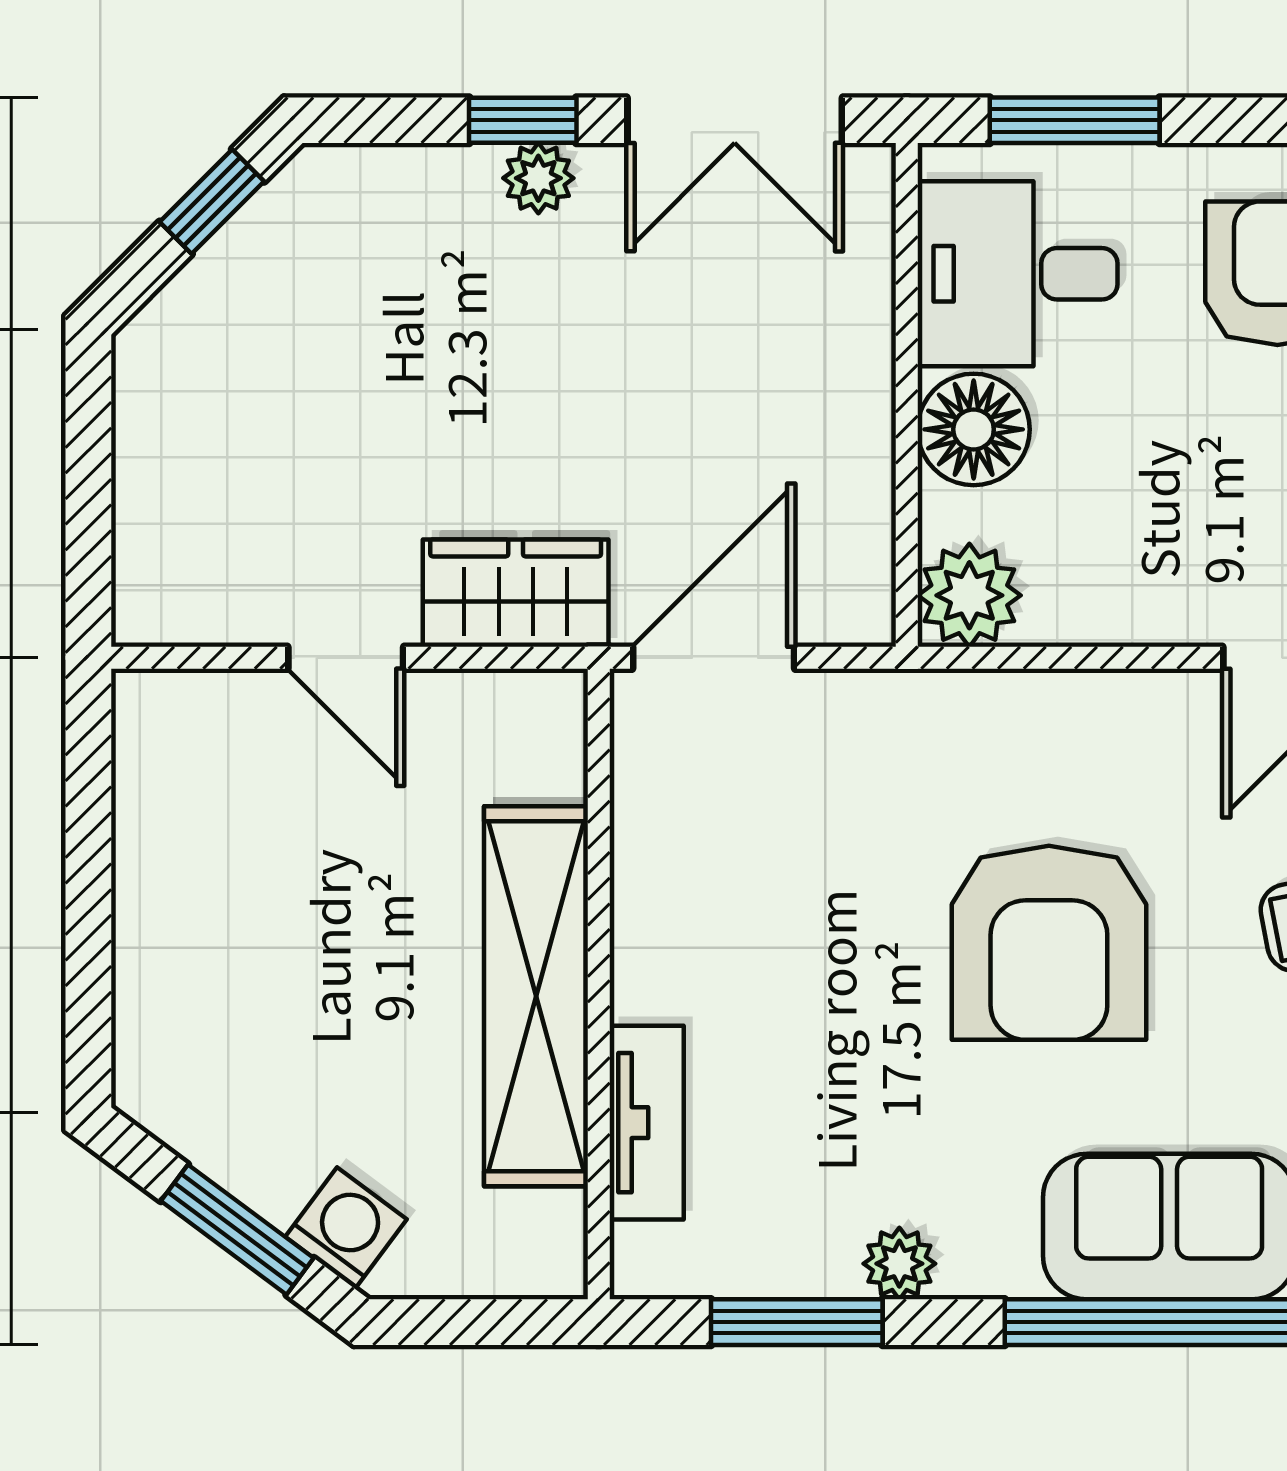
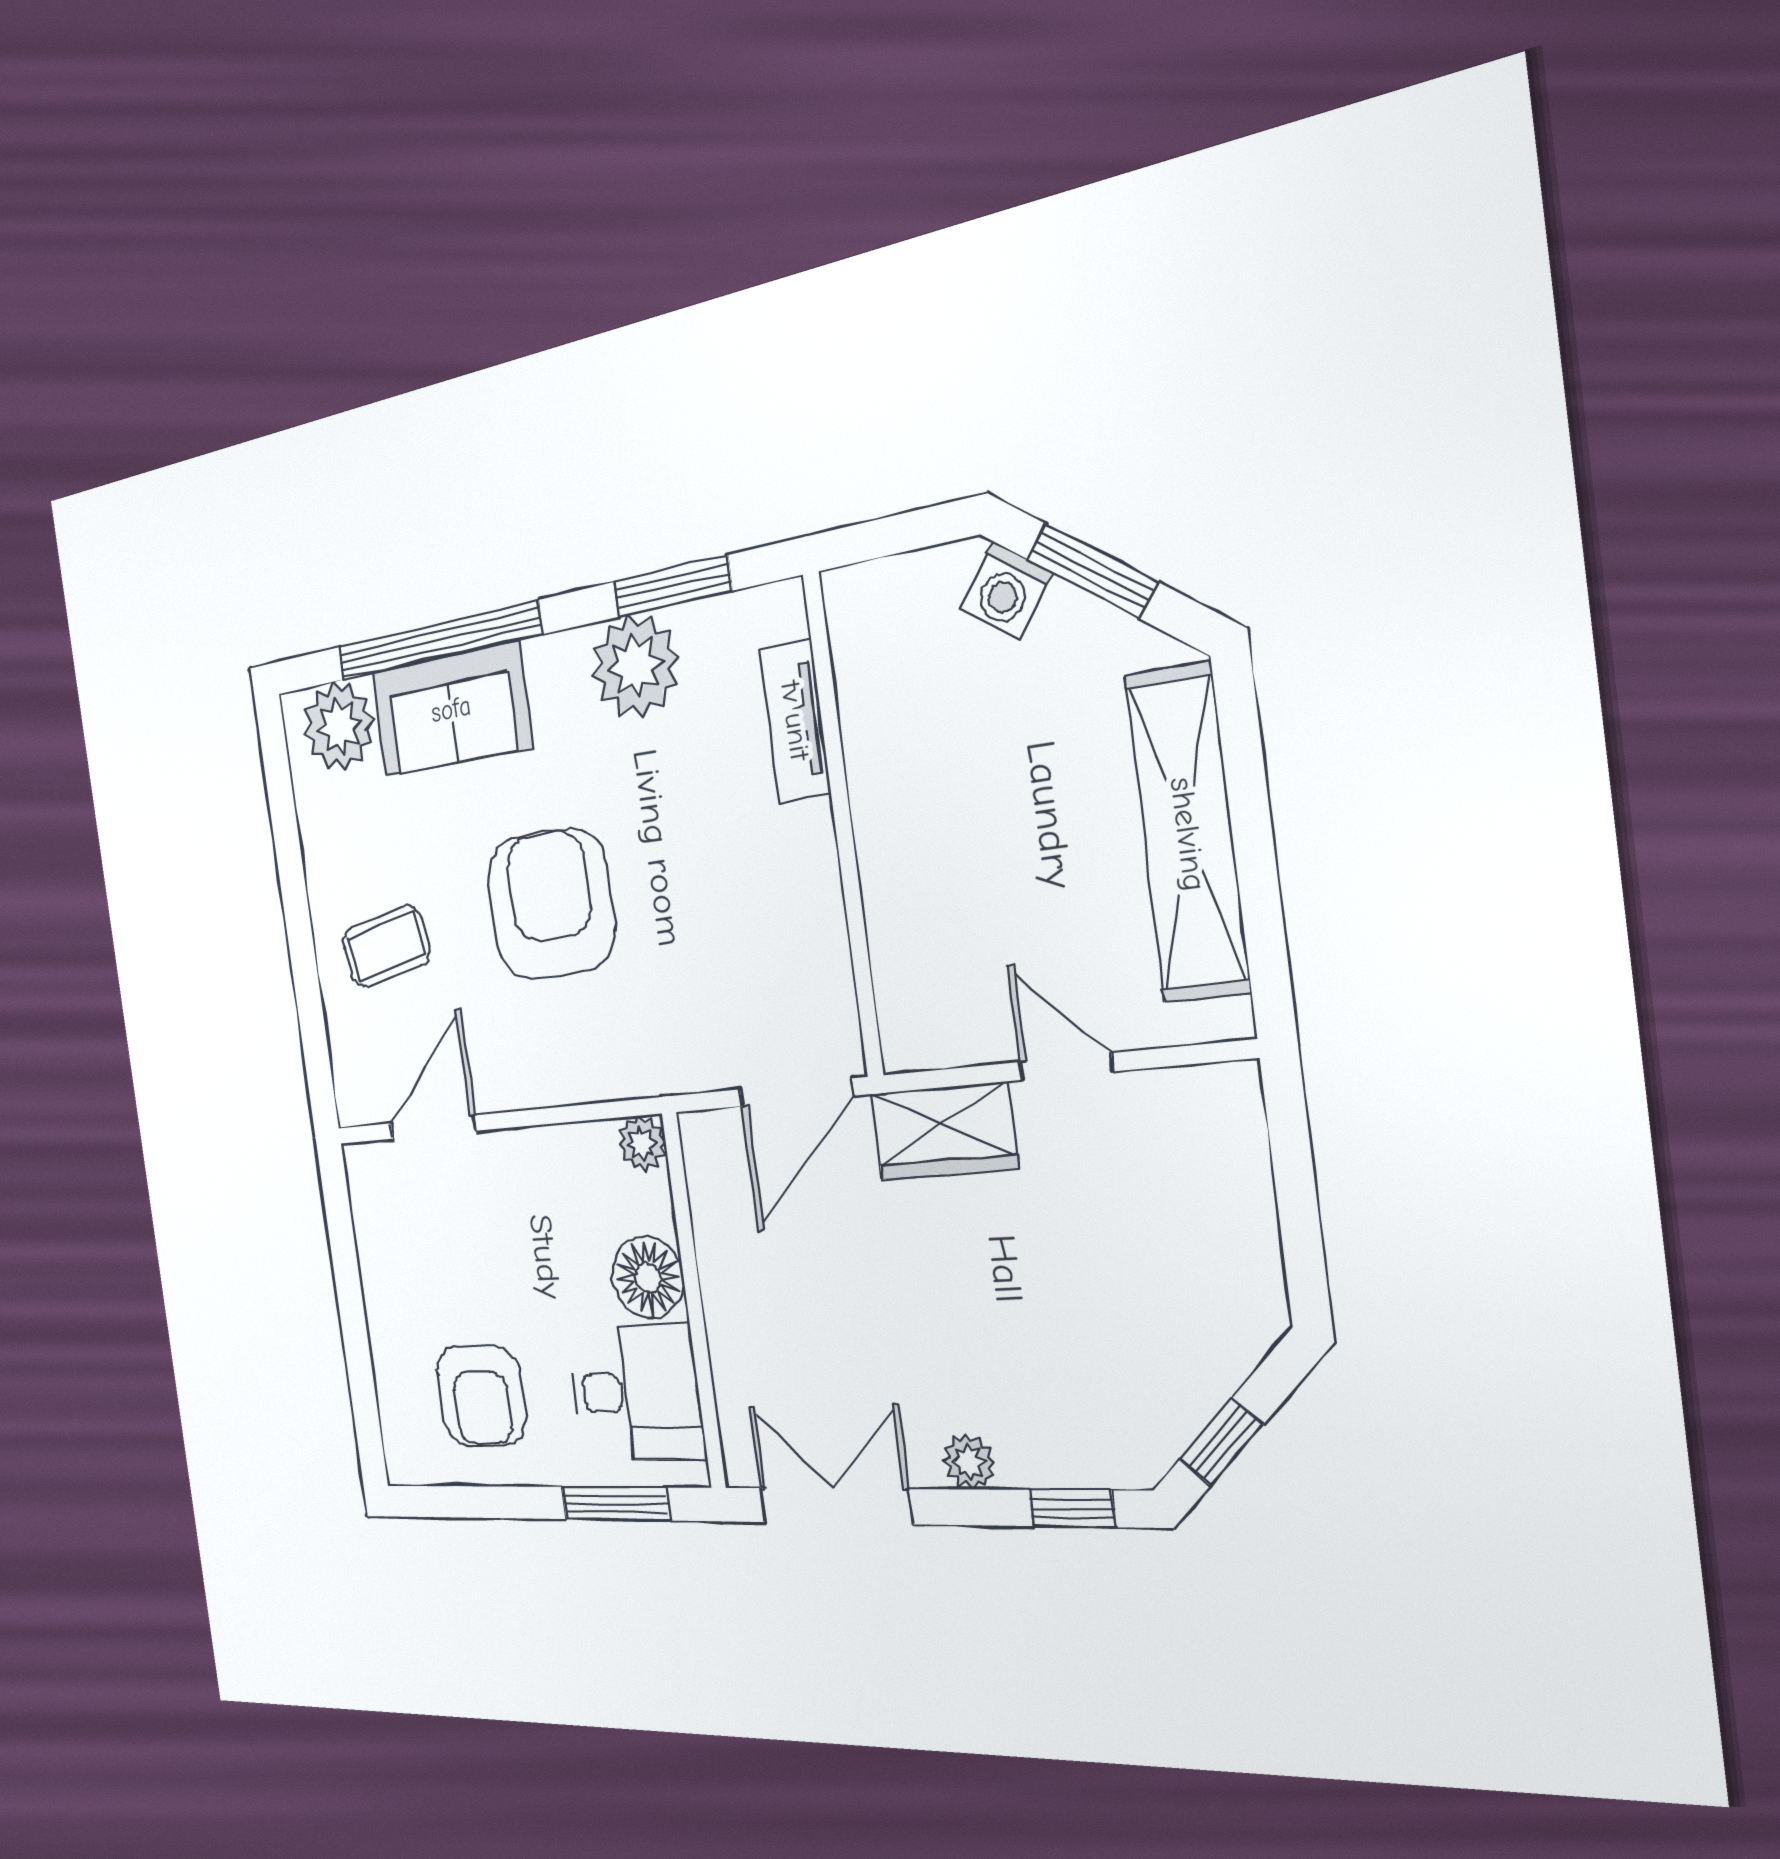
window: (523, 120) -> (1072, 1508), moved
plant: (969, 595) -> (642, 1144), width x0.73, depth x0.73
shelving: (536, 996) -> (1188, 834), moved
plant: (899, 1264) -> (635, 666), width x1.88, depth x1.88

